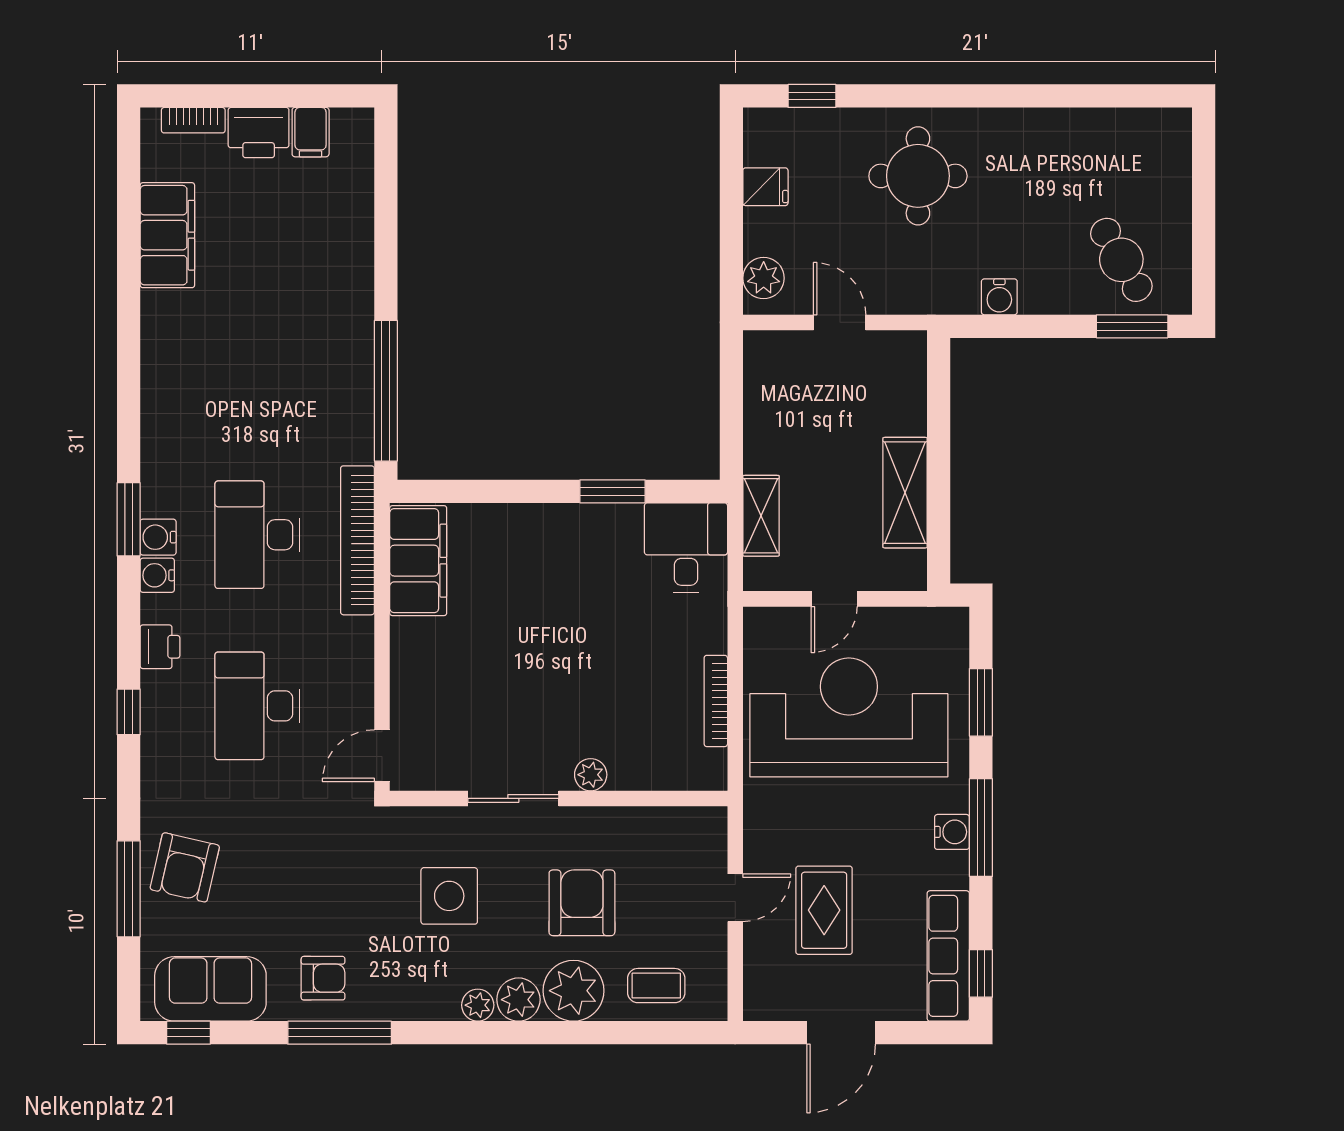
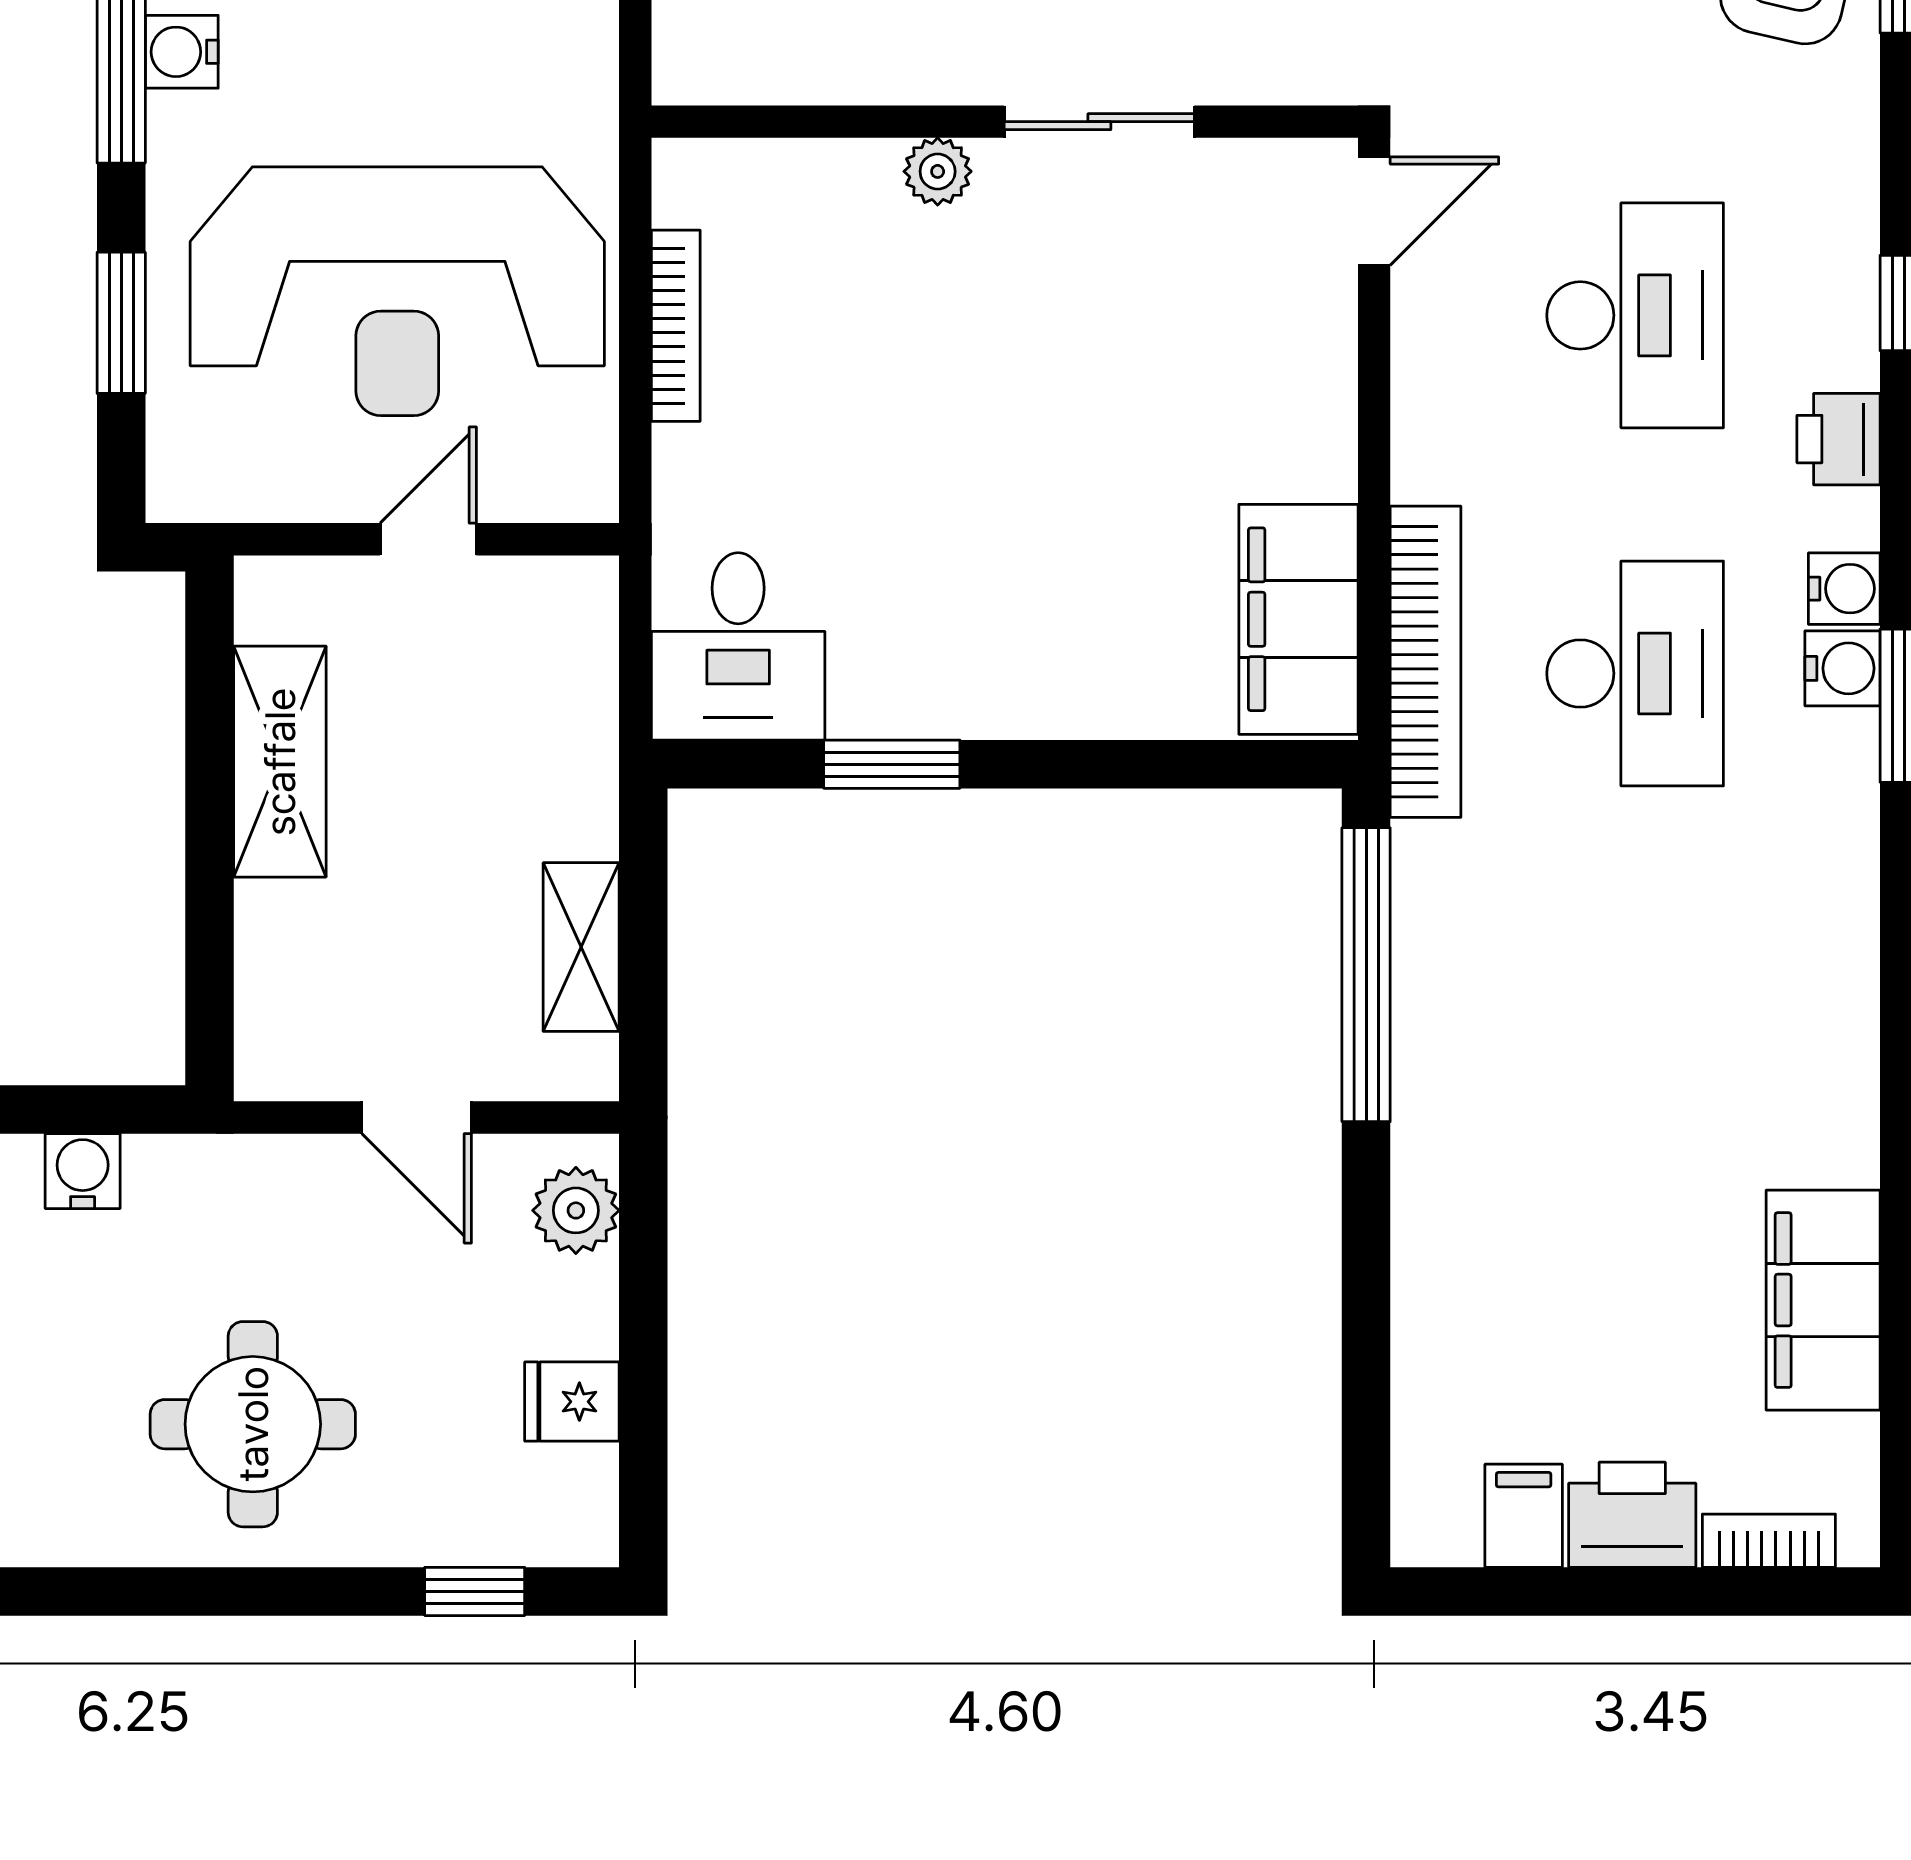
shelving: (761, 516) -> (581, 947), moved

